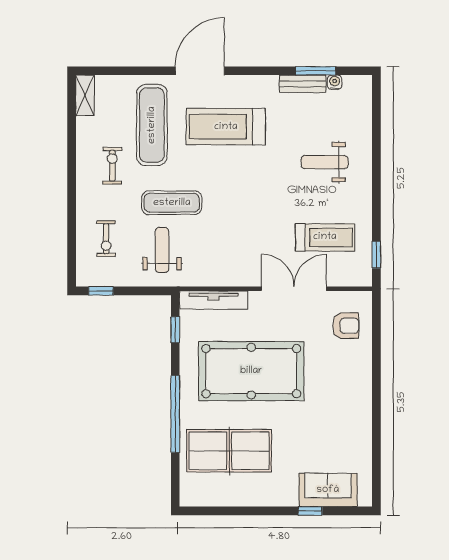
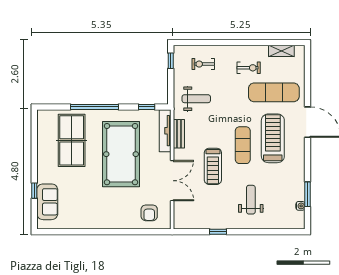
bench: (303, 84) -> (179, 134), moved
shelving: (85, 95) -> (281, 51), moved
exercise mat: (172, 203) -> (243, 145), moved
treadmill: (325, 237) -> (213, 166), moved
window: (376, 255) -> (218, 232), moved

